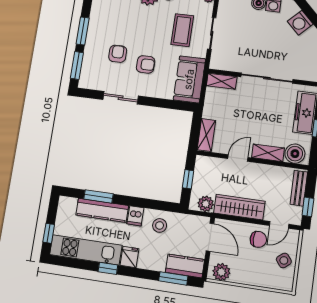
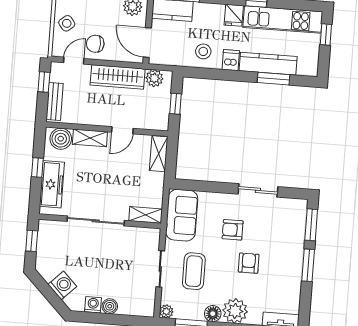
armchair: (118, 54) -> (249, 263), moved, turned 180

